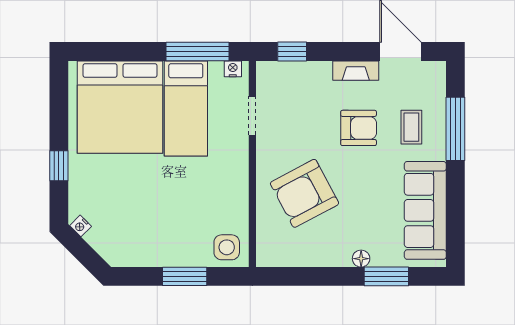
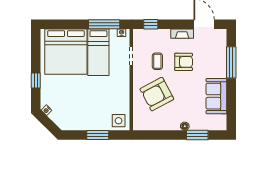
coffee table: (411, 127) -> (157, 61), moved
sofa: (425, 210) -> (216, 96), width x0.73

